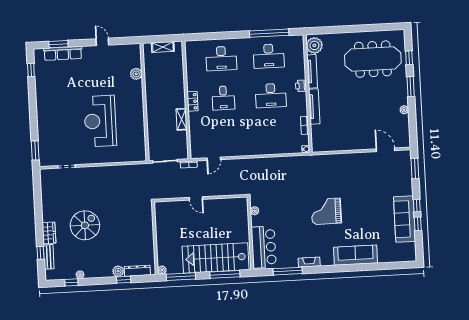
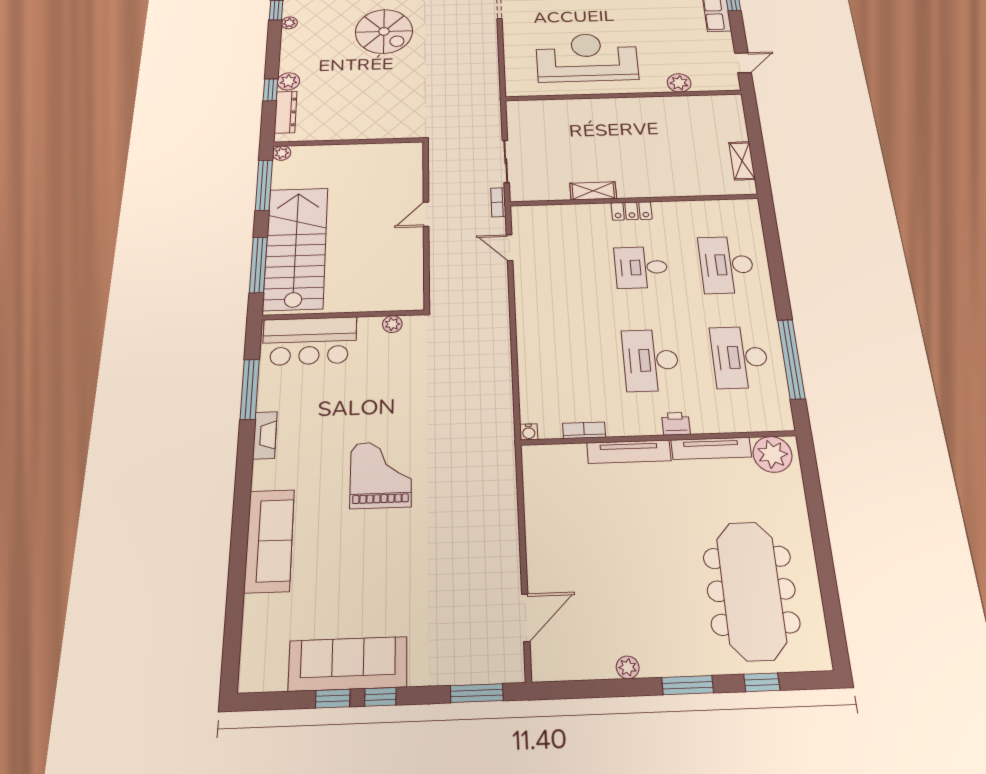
plant: (136, 74) -> (679, 83), moved
wall: (145, 102) -> (623, 95), moved

